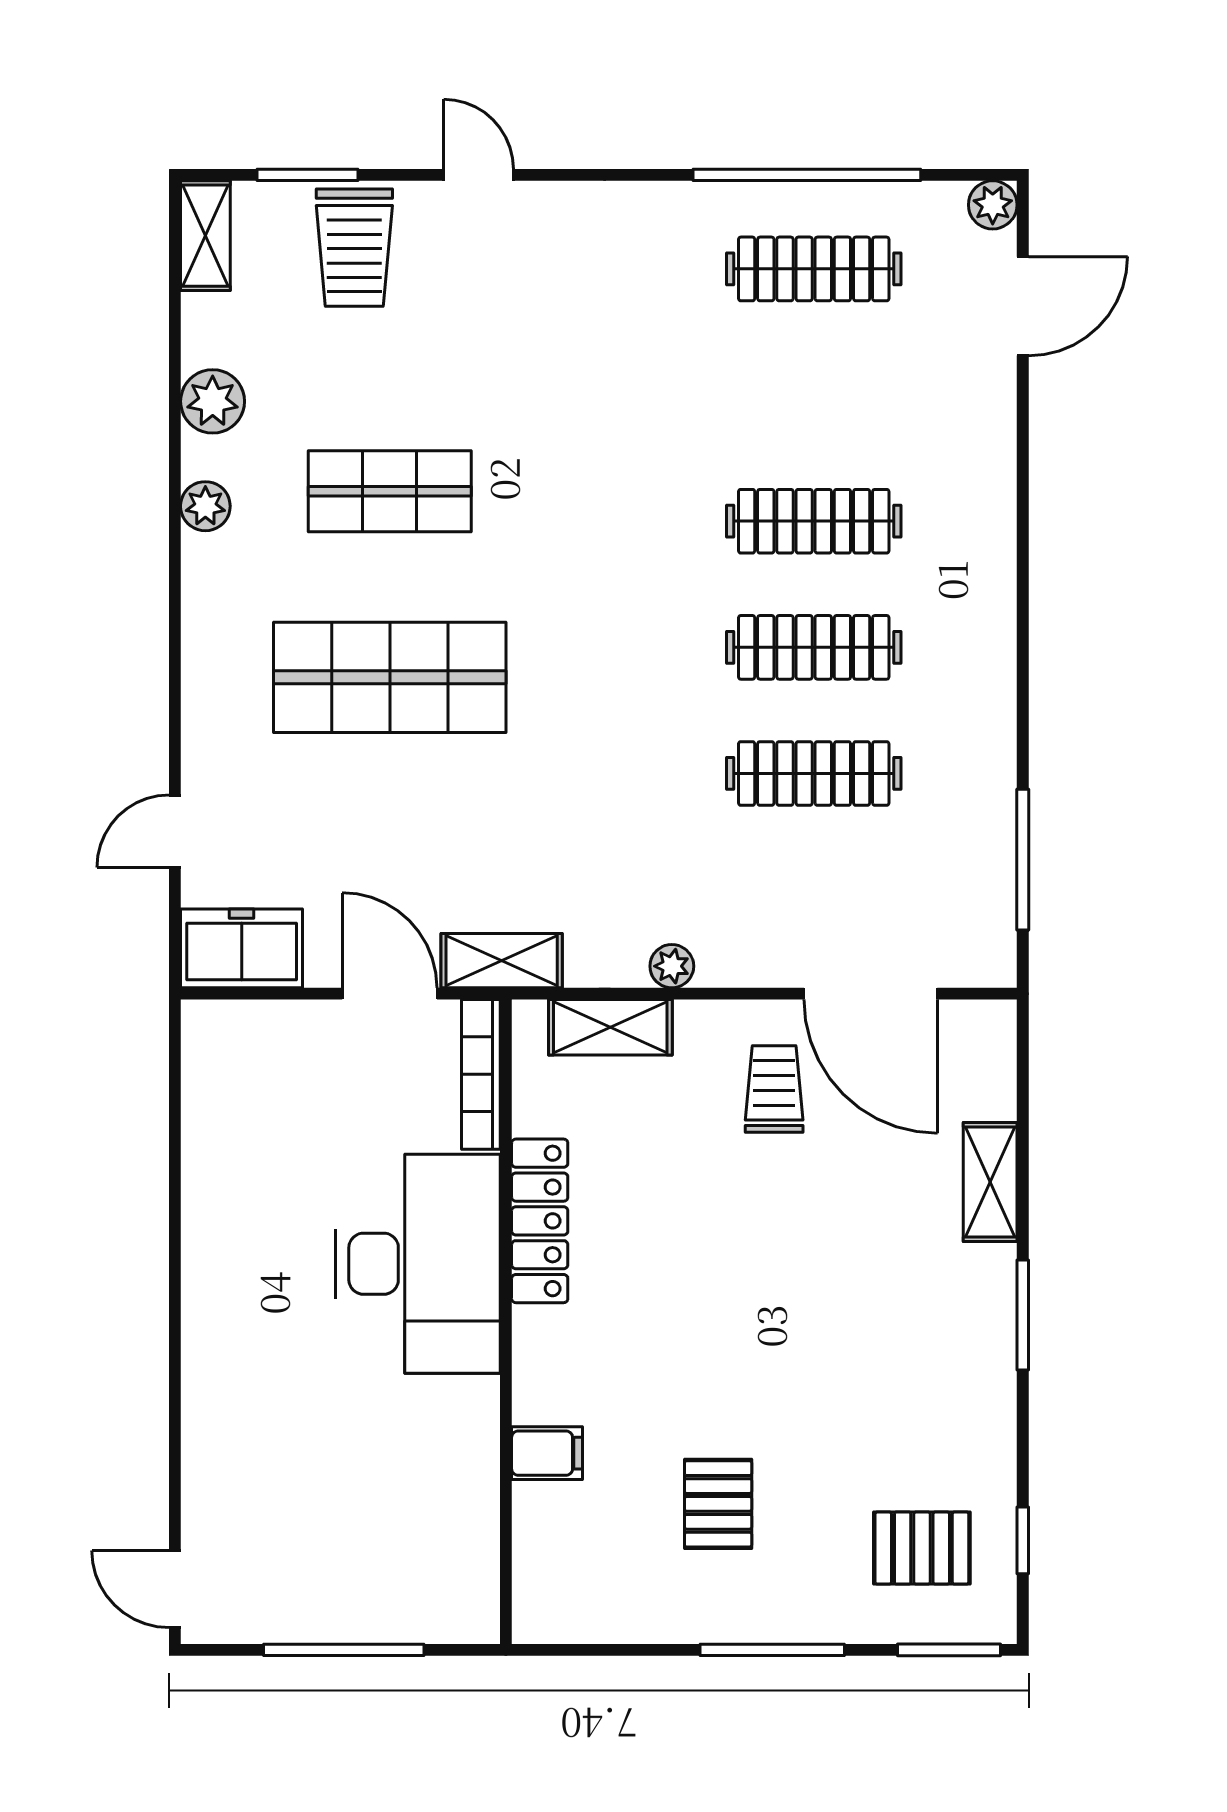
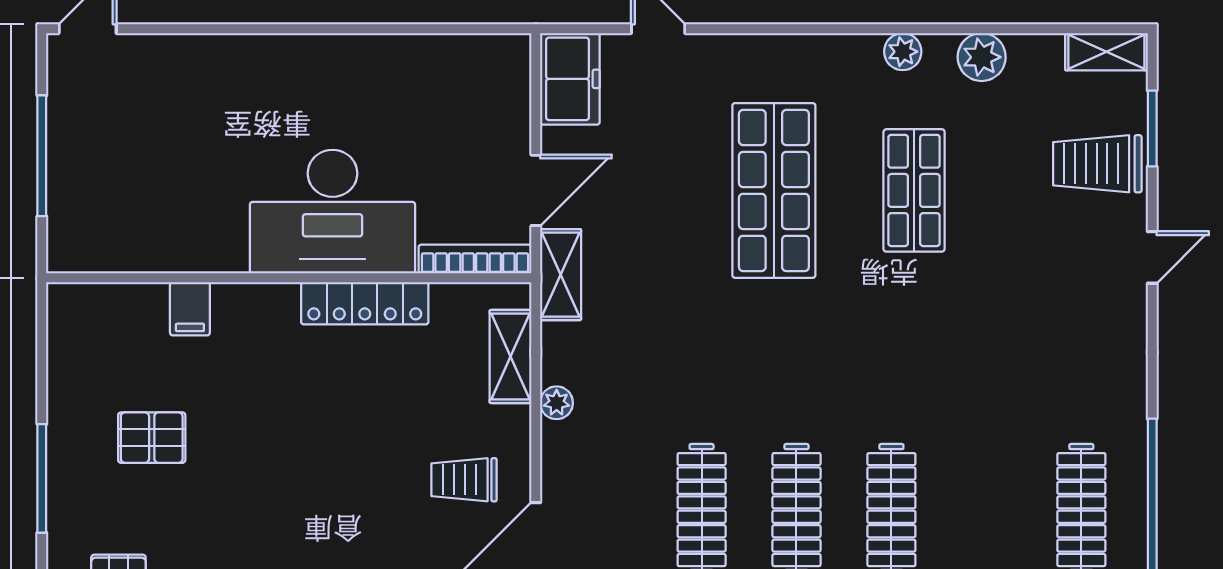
trolley: (774, 1089) -> (464, 480), turned 180

